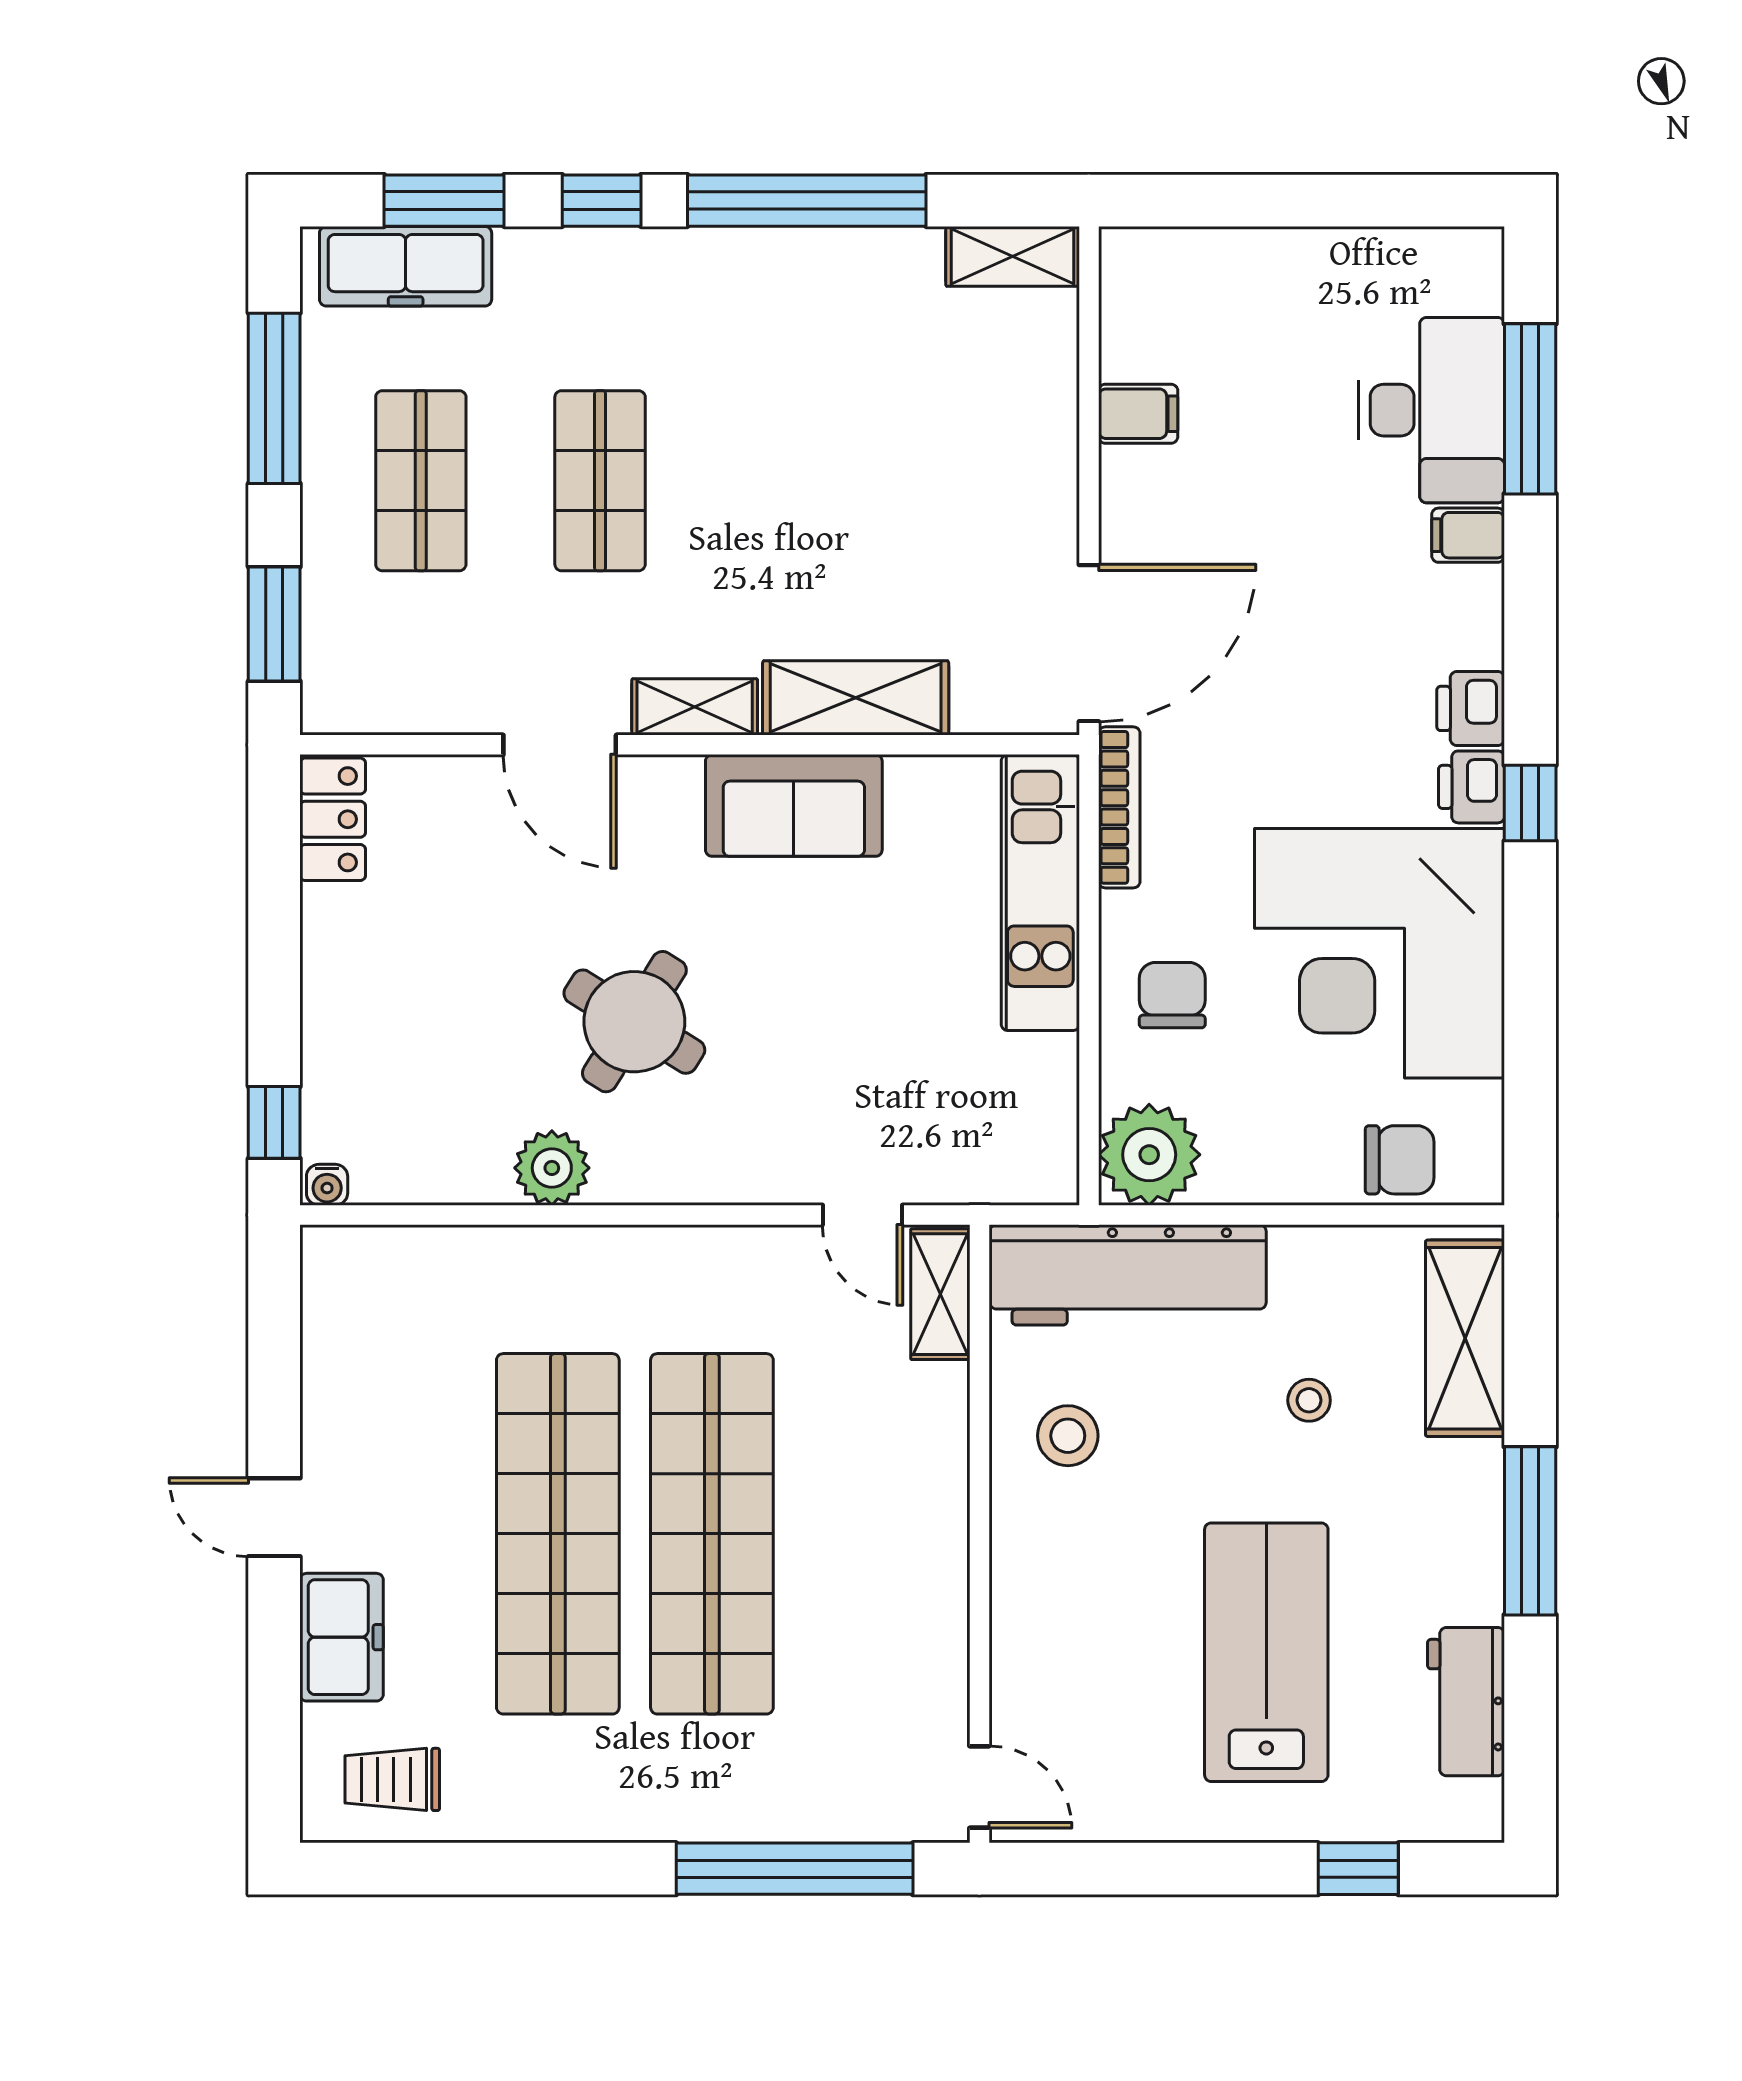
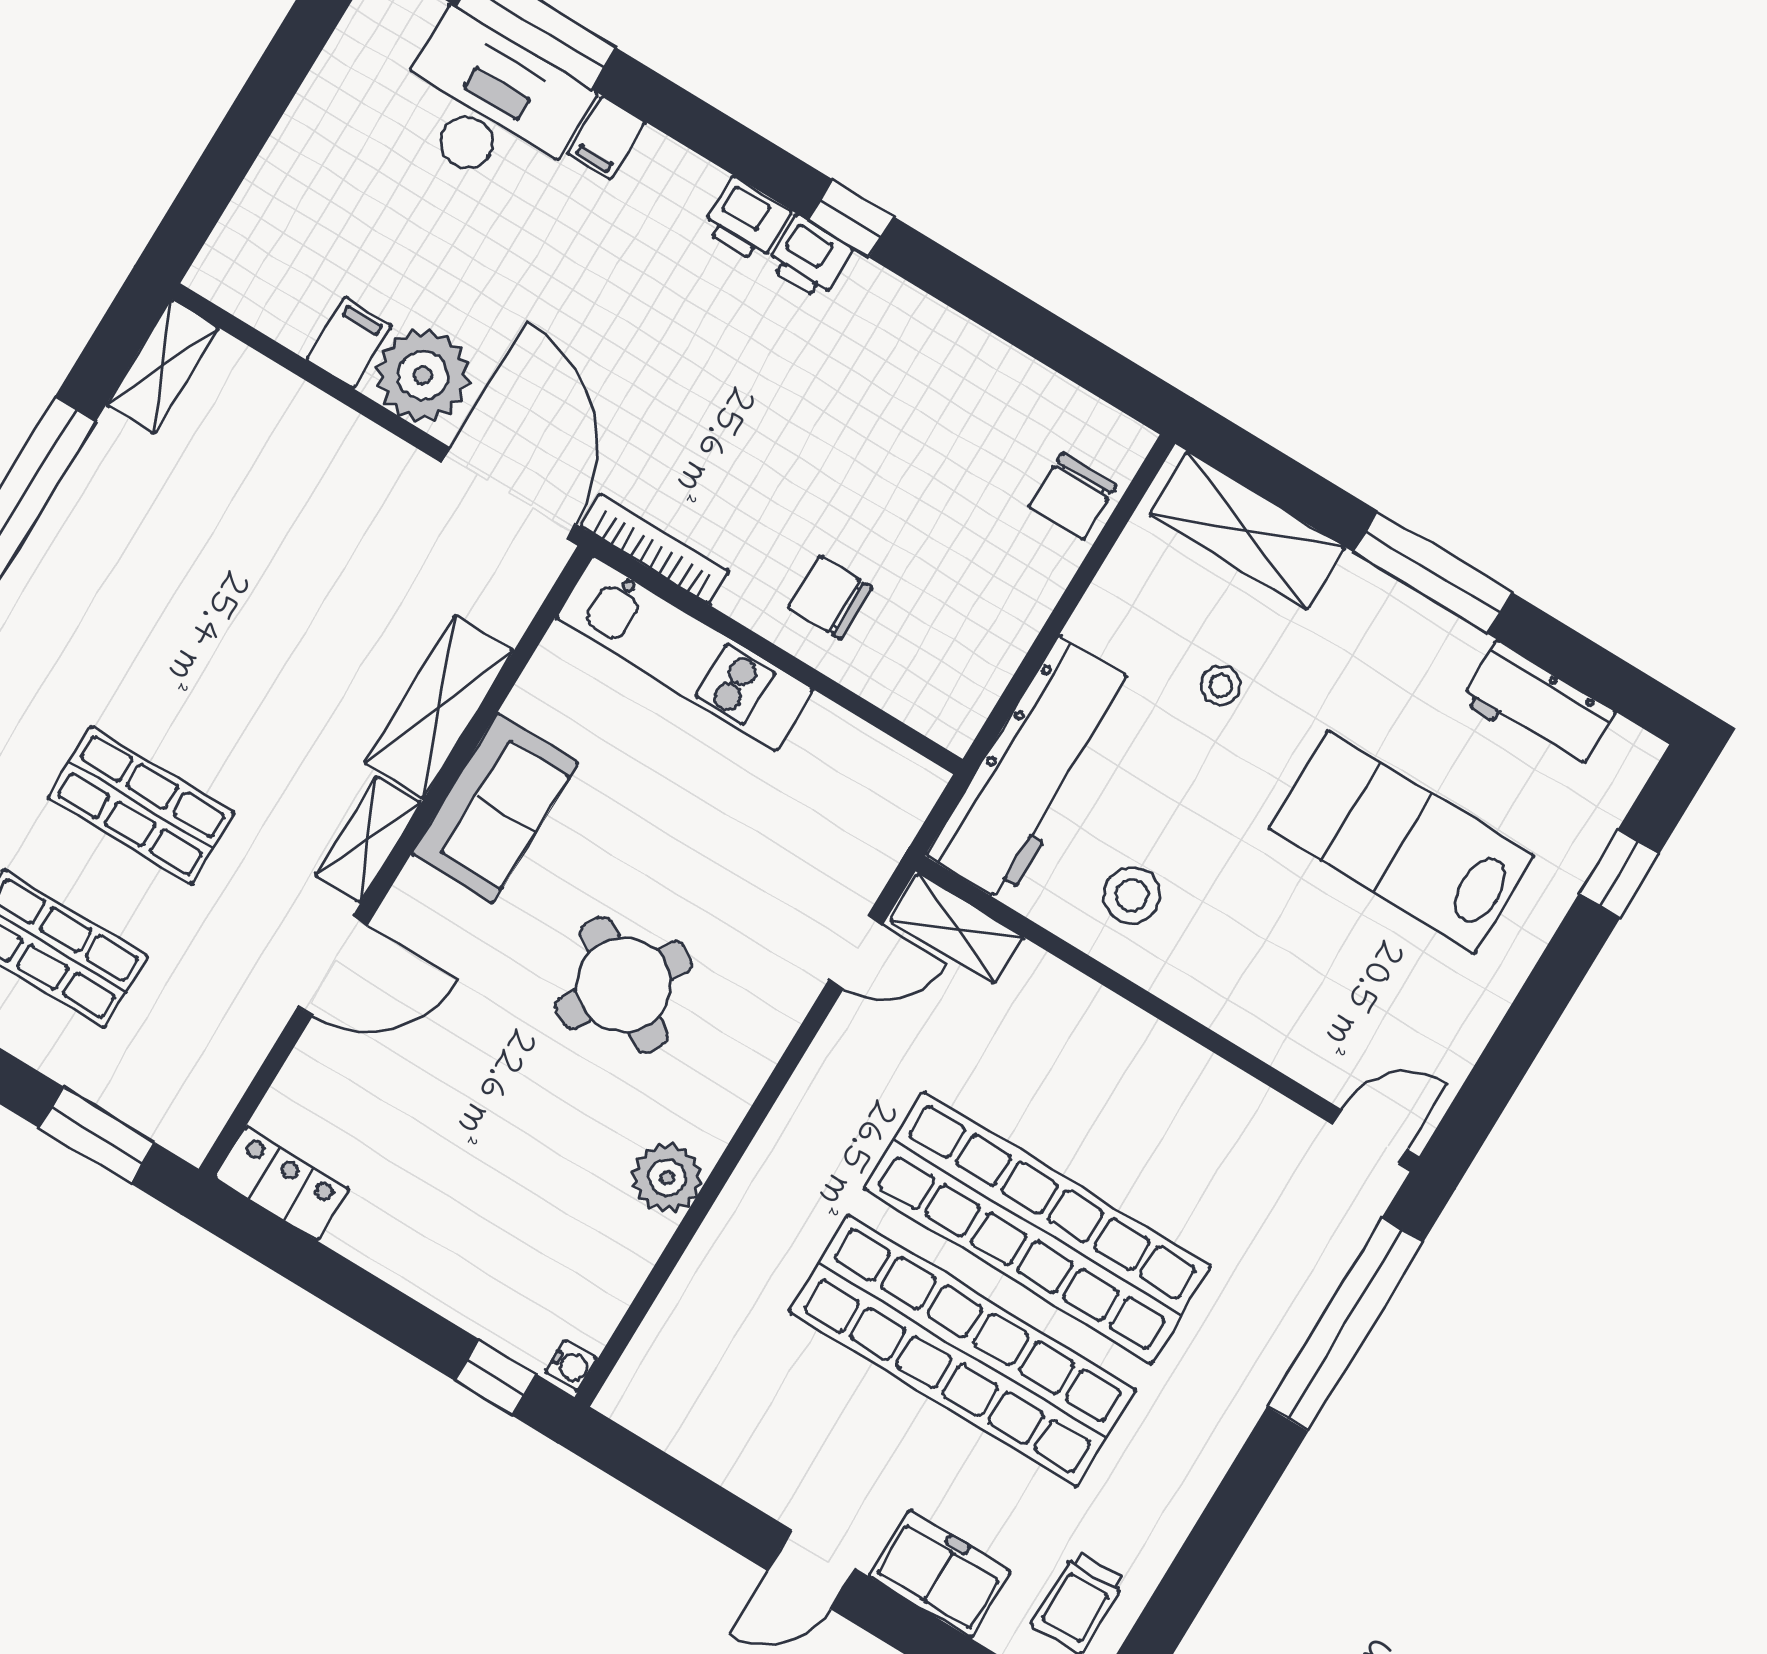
corner desk: (1380, 953) -> (898, 412), removed
round table: (634, 1022) -> (624, 985), moved
plant: (1149, 1155) -> (423, 375), moved
chair: (1400, 1160) -> (1073, 496), turned 180

